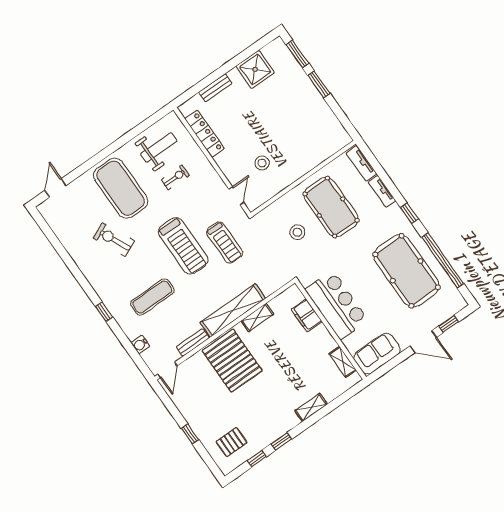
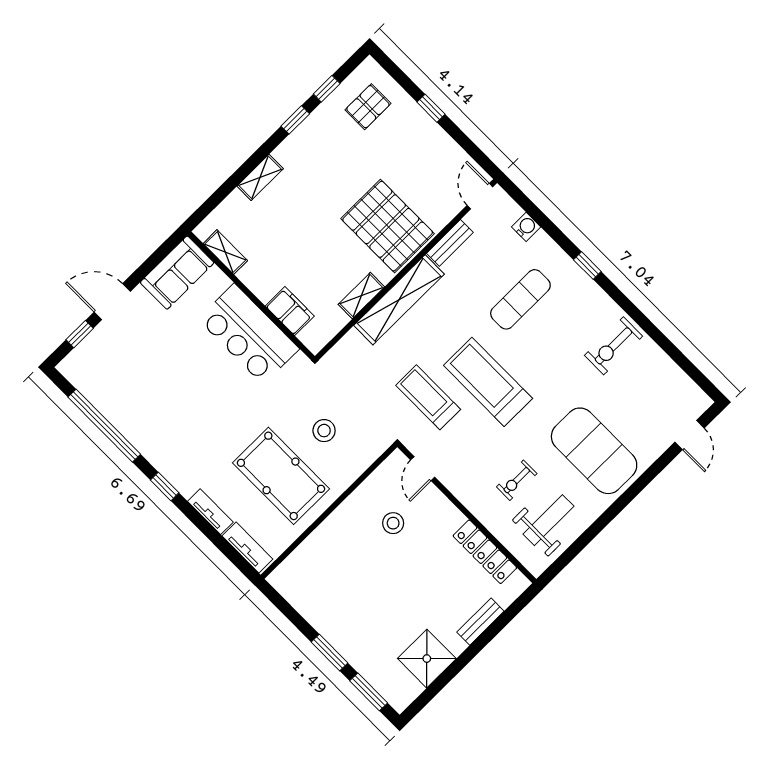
weight bench: (159, 147) -> (548, 520), turned 180
exercise bike: (114, 240) -> (614, 346), moved, turned 115
pool table: (407, 271) -> (154, 401), removed

